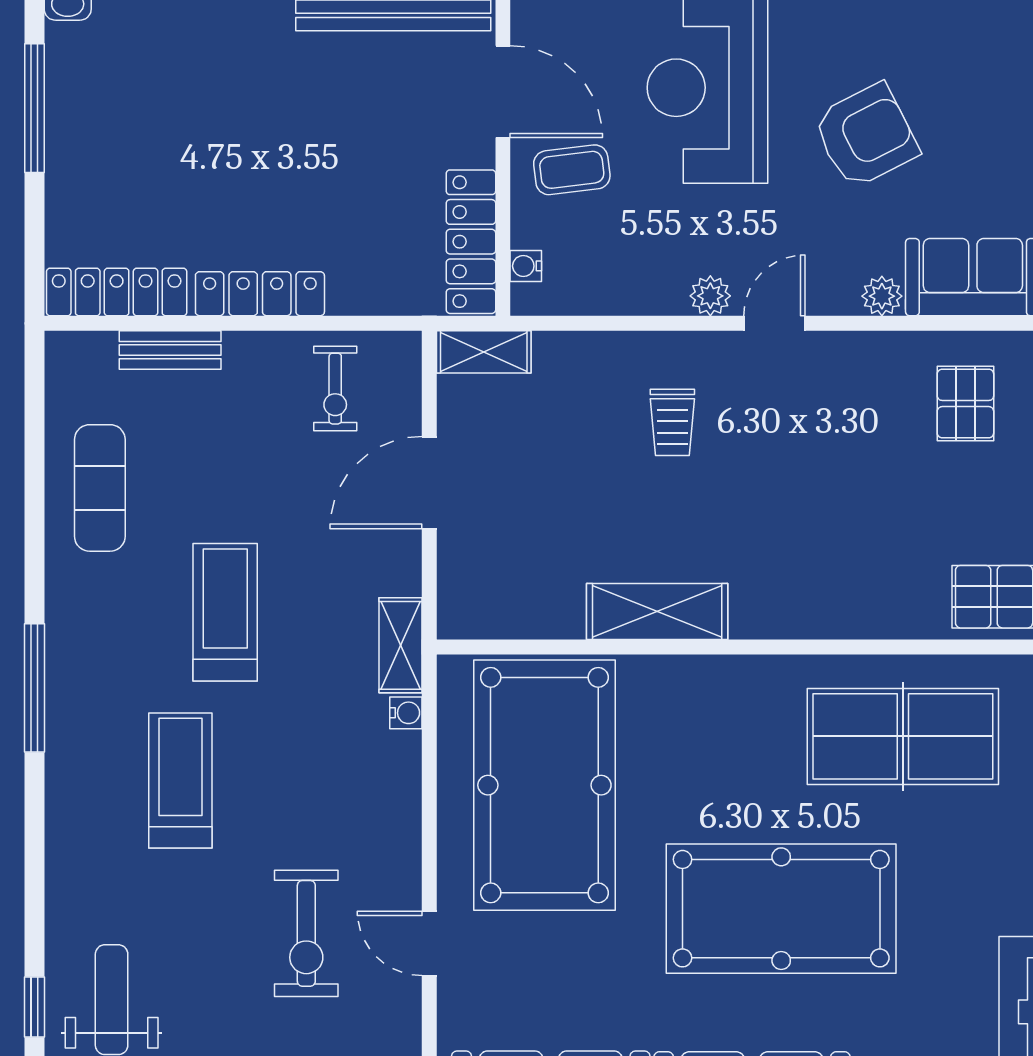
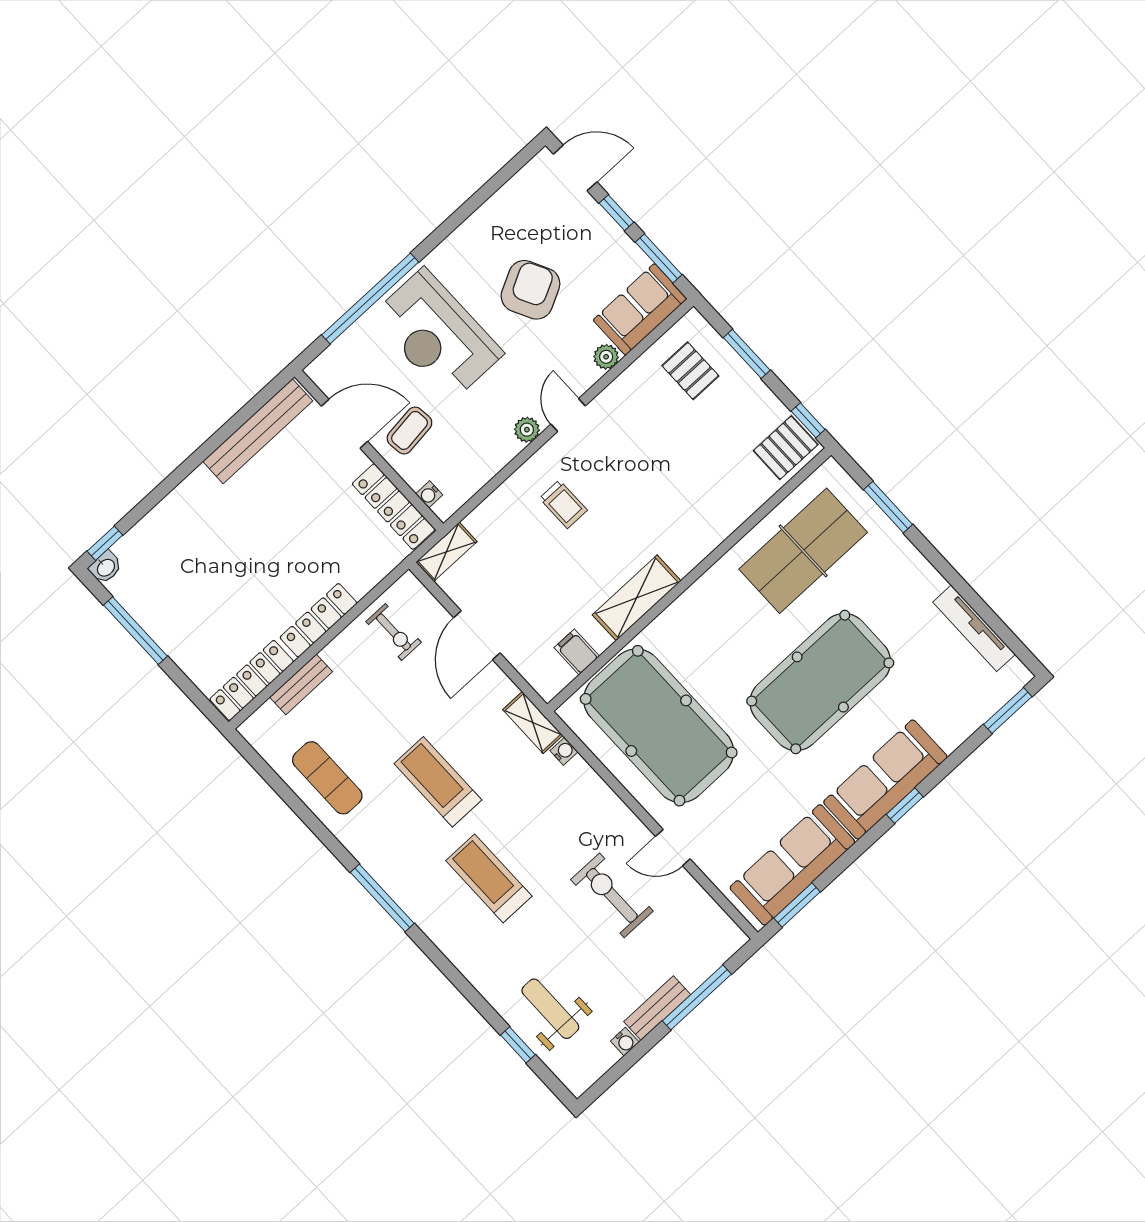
filing cabinet: (528, 610) -> (577, 652), added
exercise bike: (306, 933) -> (612, 895), turned 180

